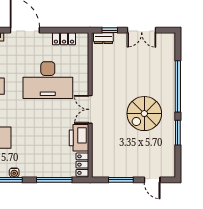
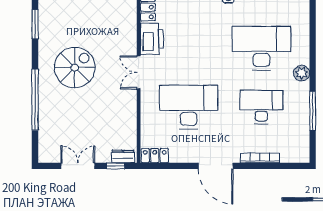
locker: (64, 39) -> (155, 156), moved
double door: (90, 109) -> (139, 72), swing flipped
window: (178, 133) -> (35, 24), moved

